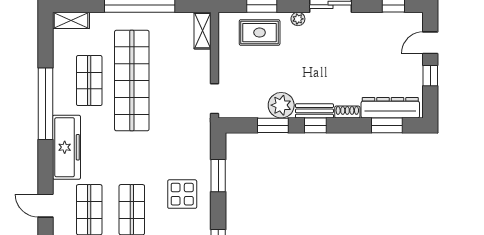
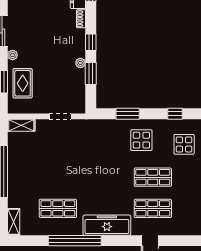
shop shelf: (132, 81) -> (58, 177), removed
doorway: (215, 99) -> (60, 116), moved
plant: (281, 105) -> (80, 63), width x0.53, depth x0.53
bench: (314, 111) -> (80, 43), removed

